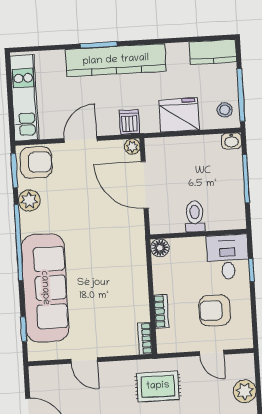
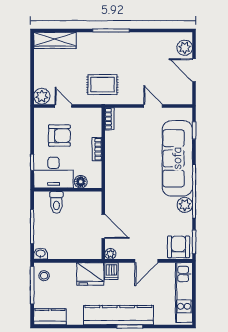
fridge: (179, 115) -> (90, 274), moved
armchair: (36, 162) -> (179, 247), turned 90
door: (145, 185) -> (103, 226), width x0.73
plant: (29, 200) -> (185, 205), moved
toilet: (195, 216) -> (56, 202), moved
floor lamp: (160, 248) -> (81, 182), moved
desk: (228, 257) -> (54, 173), width x1.37
bookcase: (161, 311) -> (97, 149), moved
plant: (245, 391) -> (42, 96), moved

